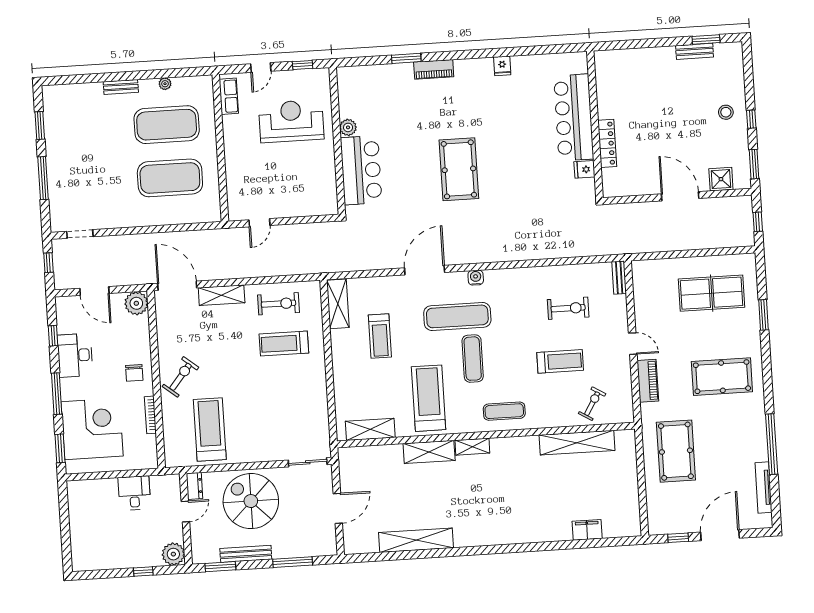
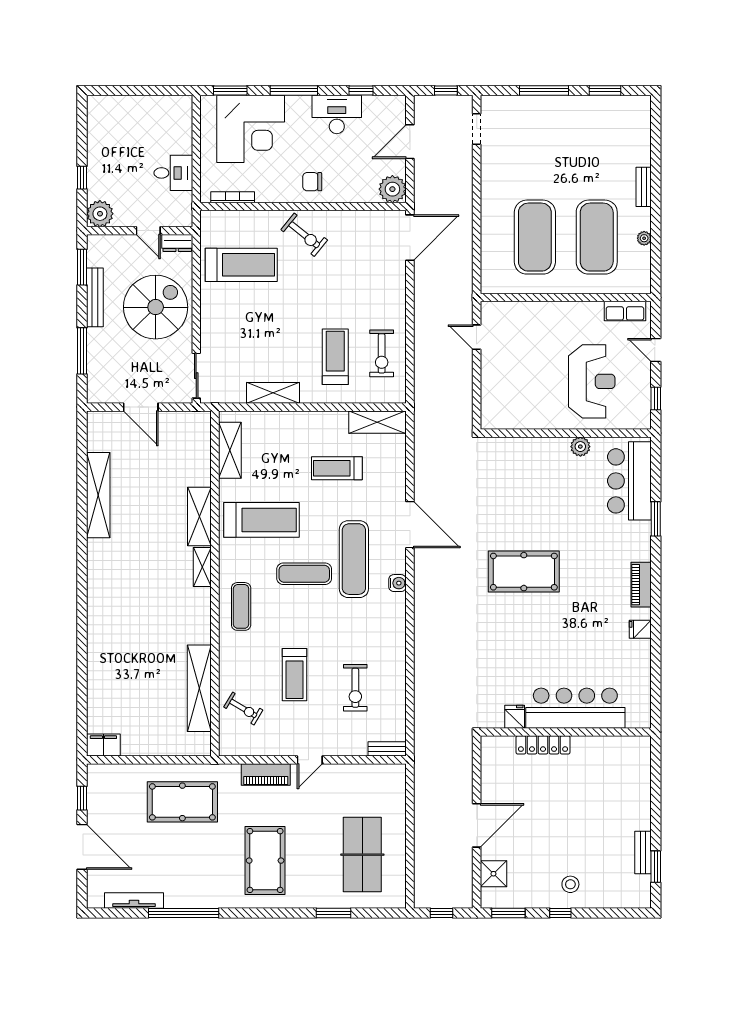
piano: (434, 69) -> (641, 585), moved
bar counter: (361, 170) -> (629, 481), moved, turned 90
shelving: (222, 295) -> (273, 393), moved, turned 90
bookcase: (150, 415) -> (233, 197), moved
filing cabinet: (587, 530) -> (103, 745), moved, turned -90

